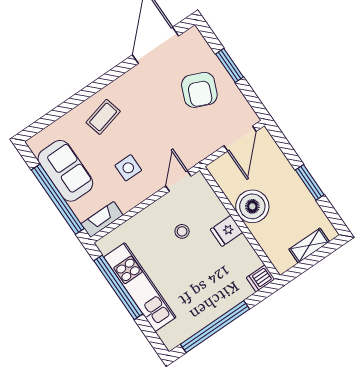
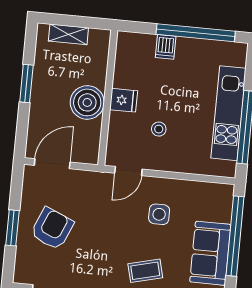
fireplace: (102, 219) -> (214, 191), removed
dishwasher: (261, 278) -> (166, 47), moved, turned 90

